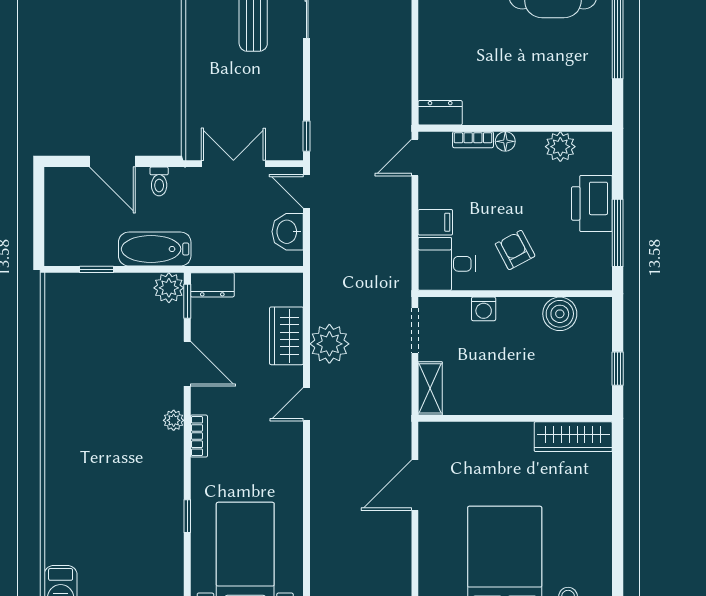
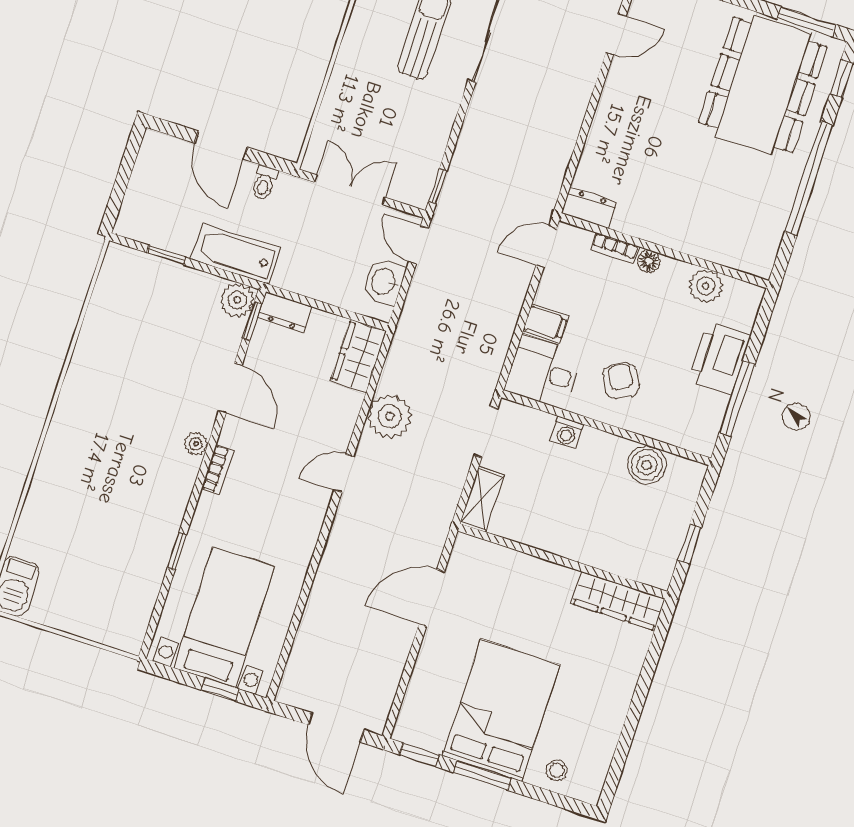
wardrobe: (286, 336) -> (358, 356), moved

